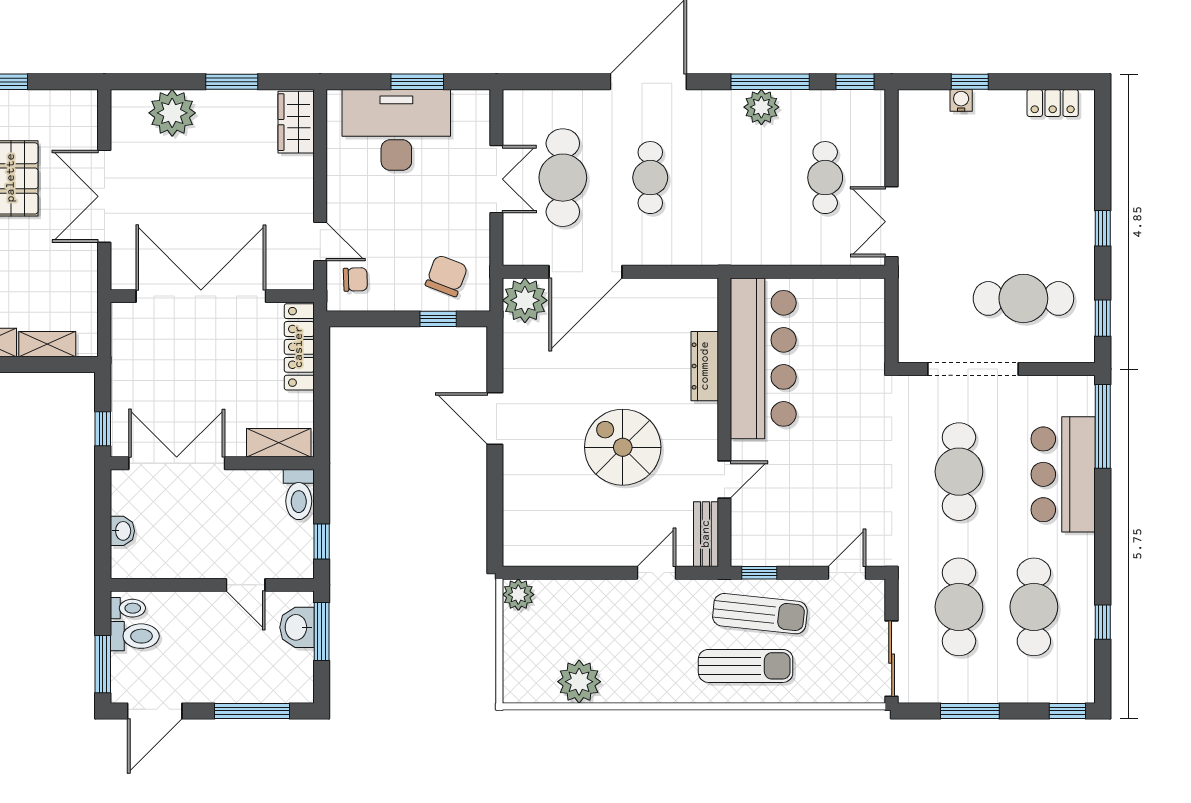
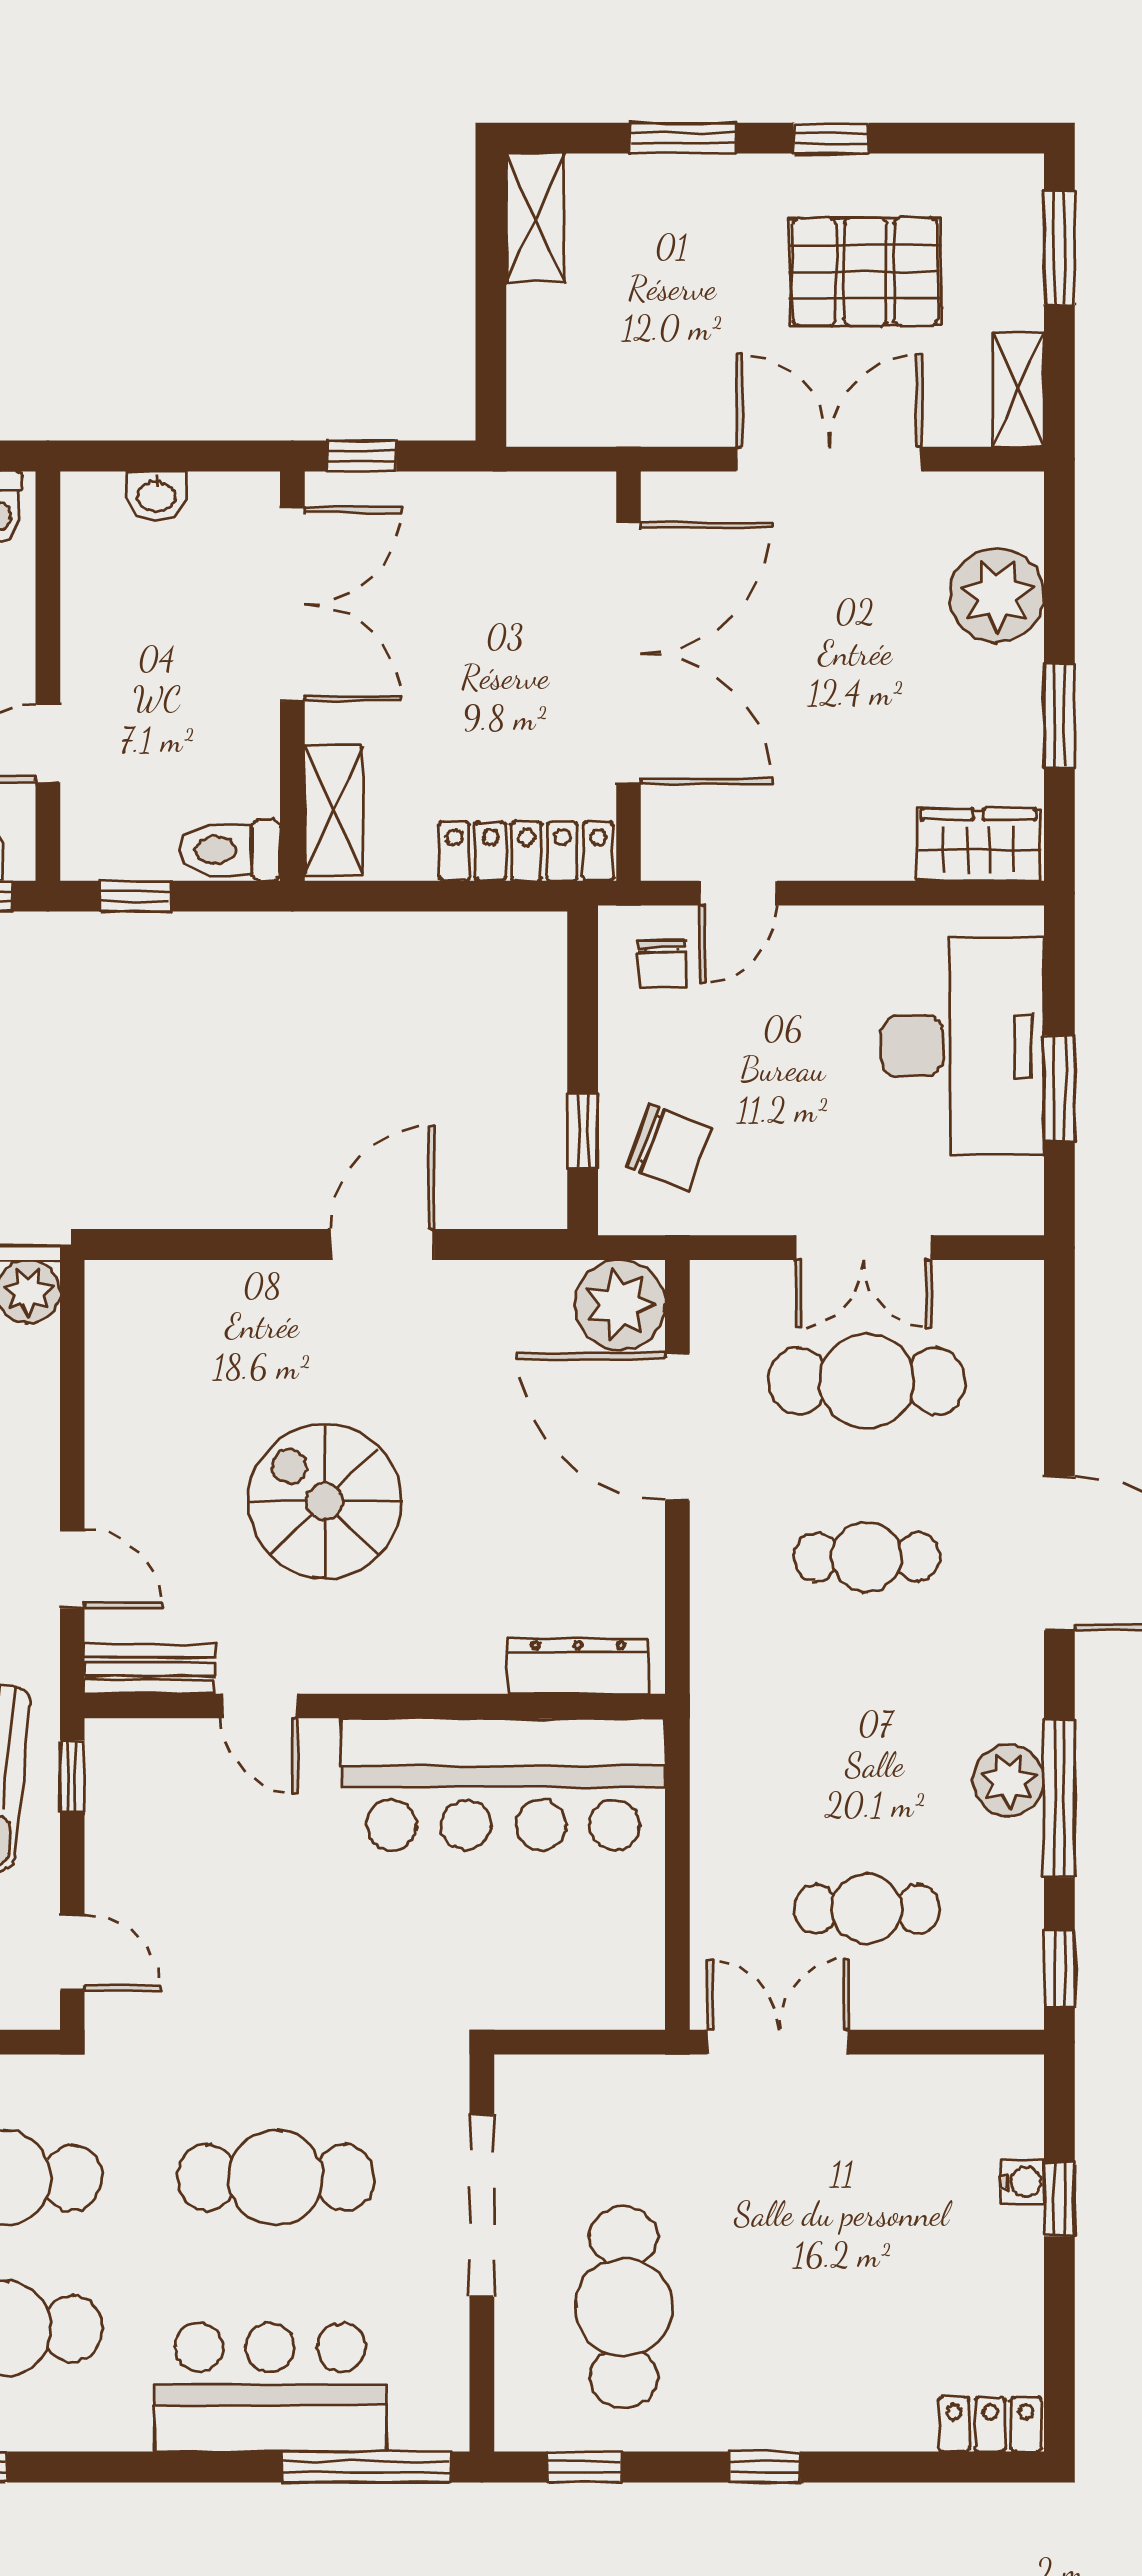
locker: (1053, 103) -> (990, 2424), moved, turned 90
shelving: (47, 344) -> (1018, 390), moved
dresser: (705, 366) -> (578, 1666), moved
spiral stairs: (623, 447) -> (325, 1502), turned -90

